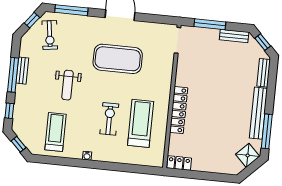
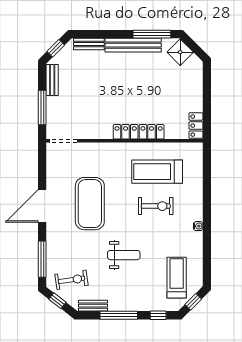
bench: (22, 71) -> (93, 306), moved
exercise bike: (109, 119) -> (156, 206), turned 180
treadmill: (56, 132) -> (177, 278), moved, turned 90

